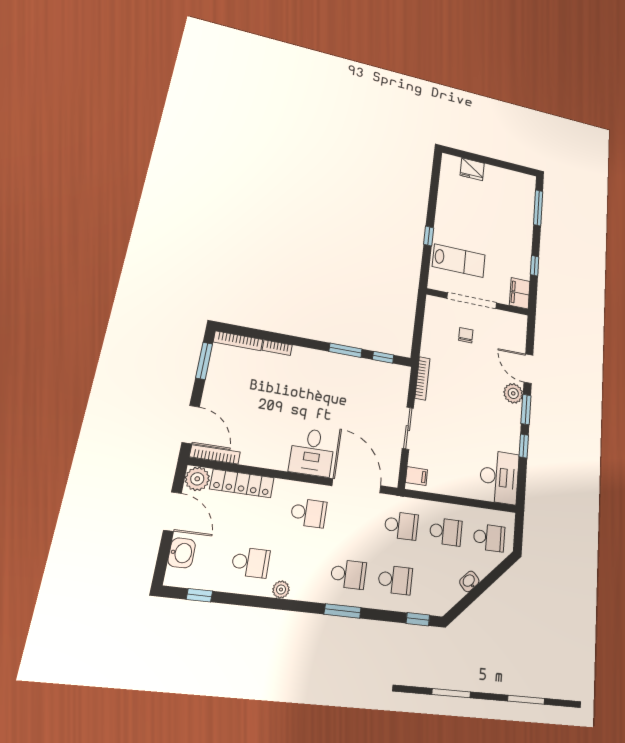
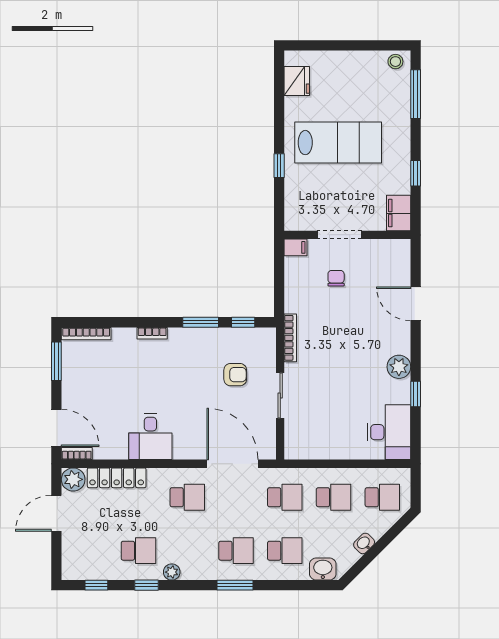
fridge: (472, 169) -> (297, 81), moved, turned -90
stool: (525, 181) -> (395, 62), added
lab bench: (459, 261) -> (338, 143), moved, width x1.36, depth x1.39
doorway: (472, 301) -> (340, 235), width x0.73
bookcase: (277, 348) -> (152, 333), moved
plant: (513, 393) -> (399, 367), moved
armchair: (370, 402) -> (235, 375), added
window: (526, 409) -> (416, 352), removed
desk: (312, 452) -> (150, 437), moved
bookcase: (215, 454) -> (77, 454), width x0.64
filing cabinet: (417, 476) -> (295, 247), moved
door: (172, 512) -> (56, 513), swing flipped
washbasin: (182, 553) -> (323, 569), moved, turned -90
window: (418, 619) -> (147, 585), moved

